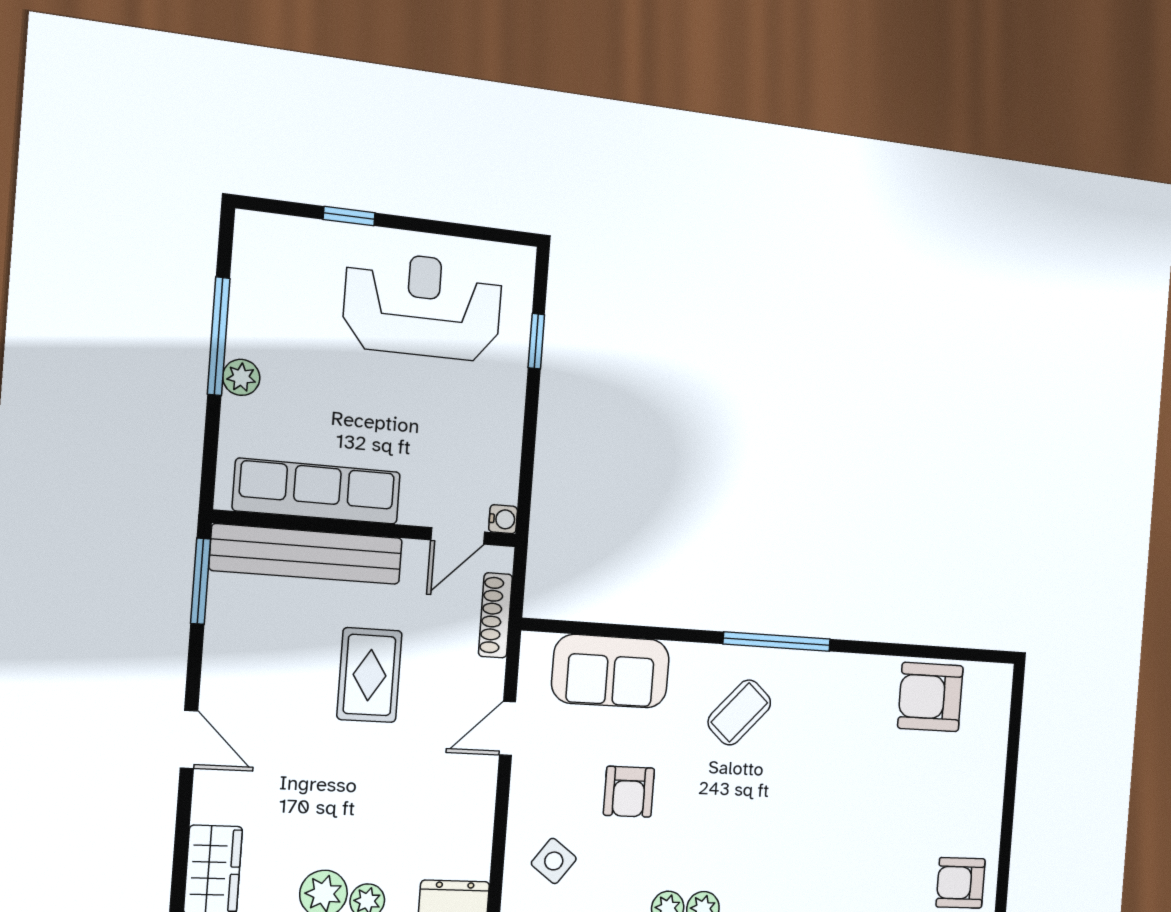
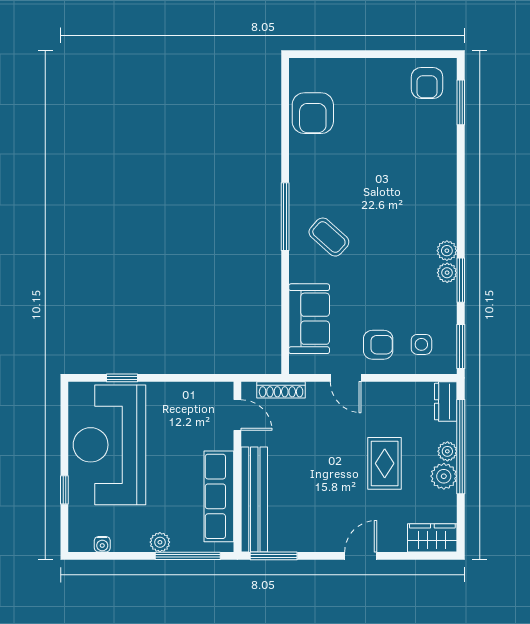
reception desk: (423, 306) -> (109, 445), width x1.36, depth x1.30
window: (219, 336) -> (188, 556), moved
water cooler: (503, 519) -> (102, 544), moved, turned 180
rug: (369, 675) -> (385, 463), moved, turned 90
armchair: (629, 792) -> (378, 345), moved
side table: (554, 861) -> (421, 344), turned -37

